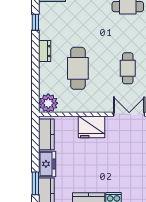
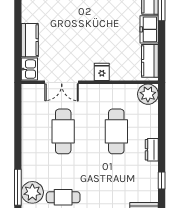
cafe table: (128, 68) -> (63, 131), width x1.37, depth x1.35
fridge: (91, 127) -> (102, 72), width x0.53, depth x0.75

